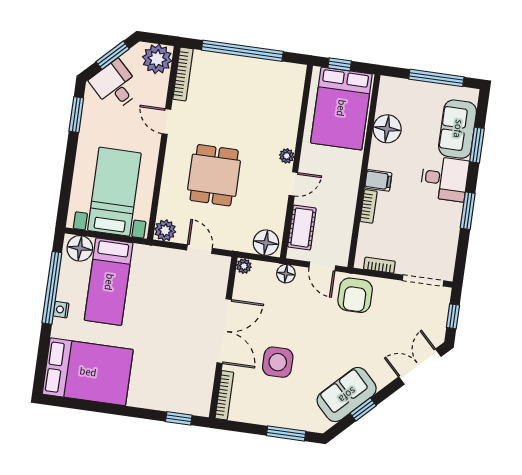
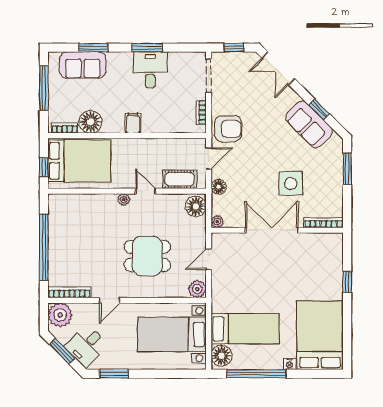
desk: (445, 179) -> (150, 70), moved
bookcase: (369, 206) -> (65, 128), moved
nightstand: (61, 310) -> (289, 364), moved
window: (179, 418) -> (347, 282), moved

